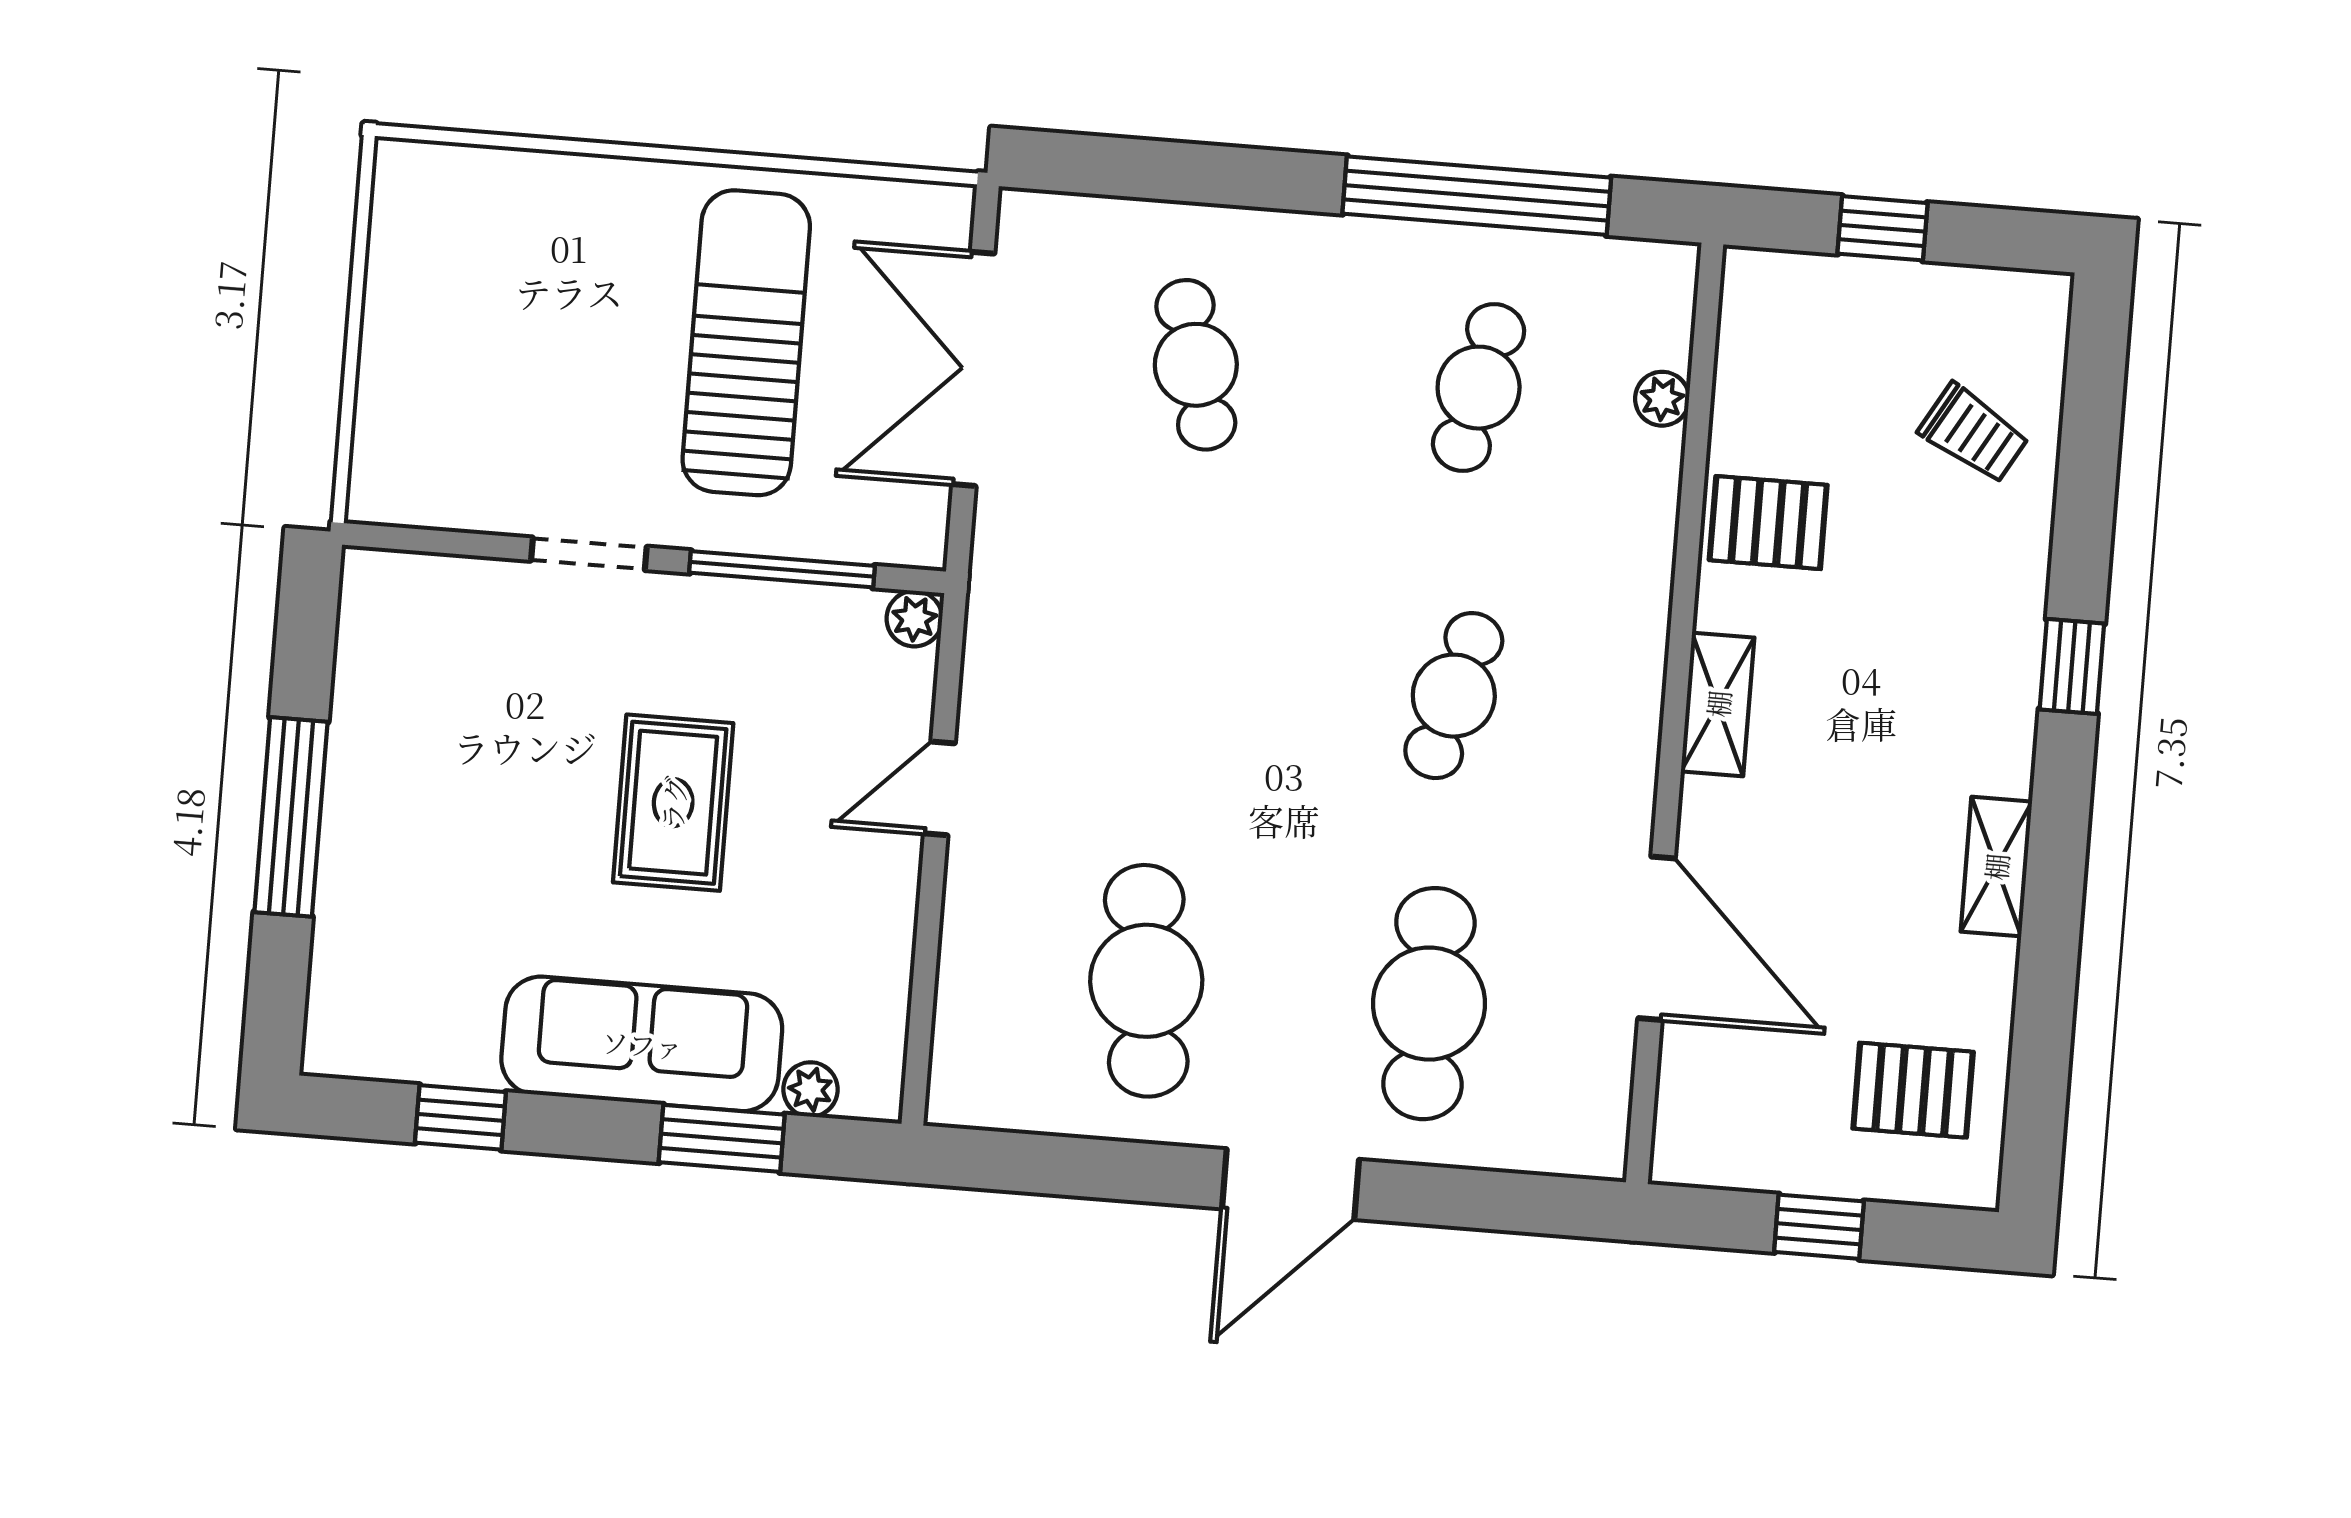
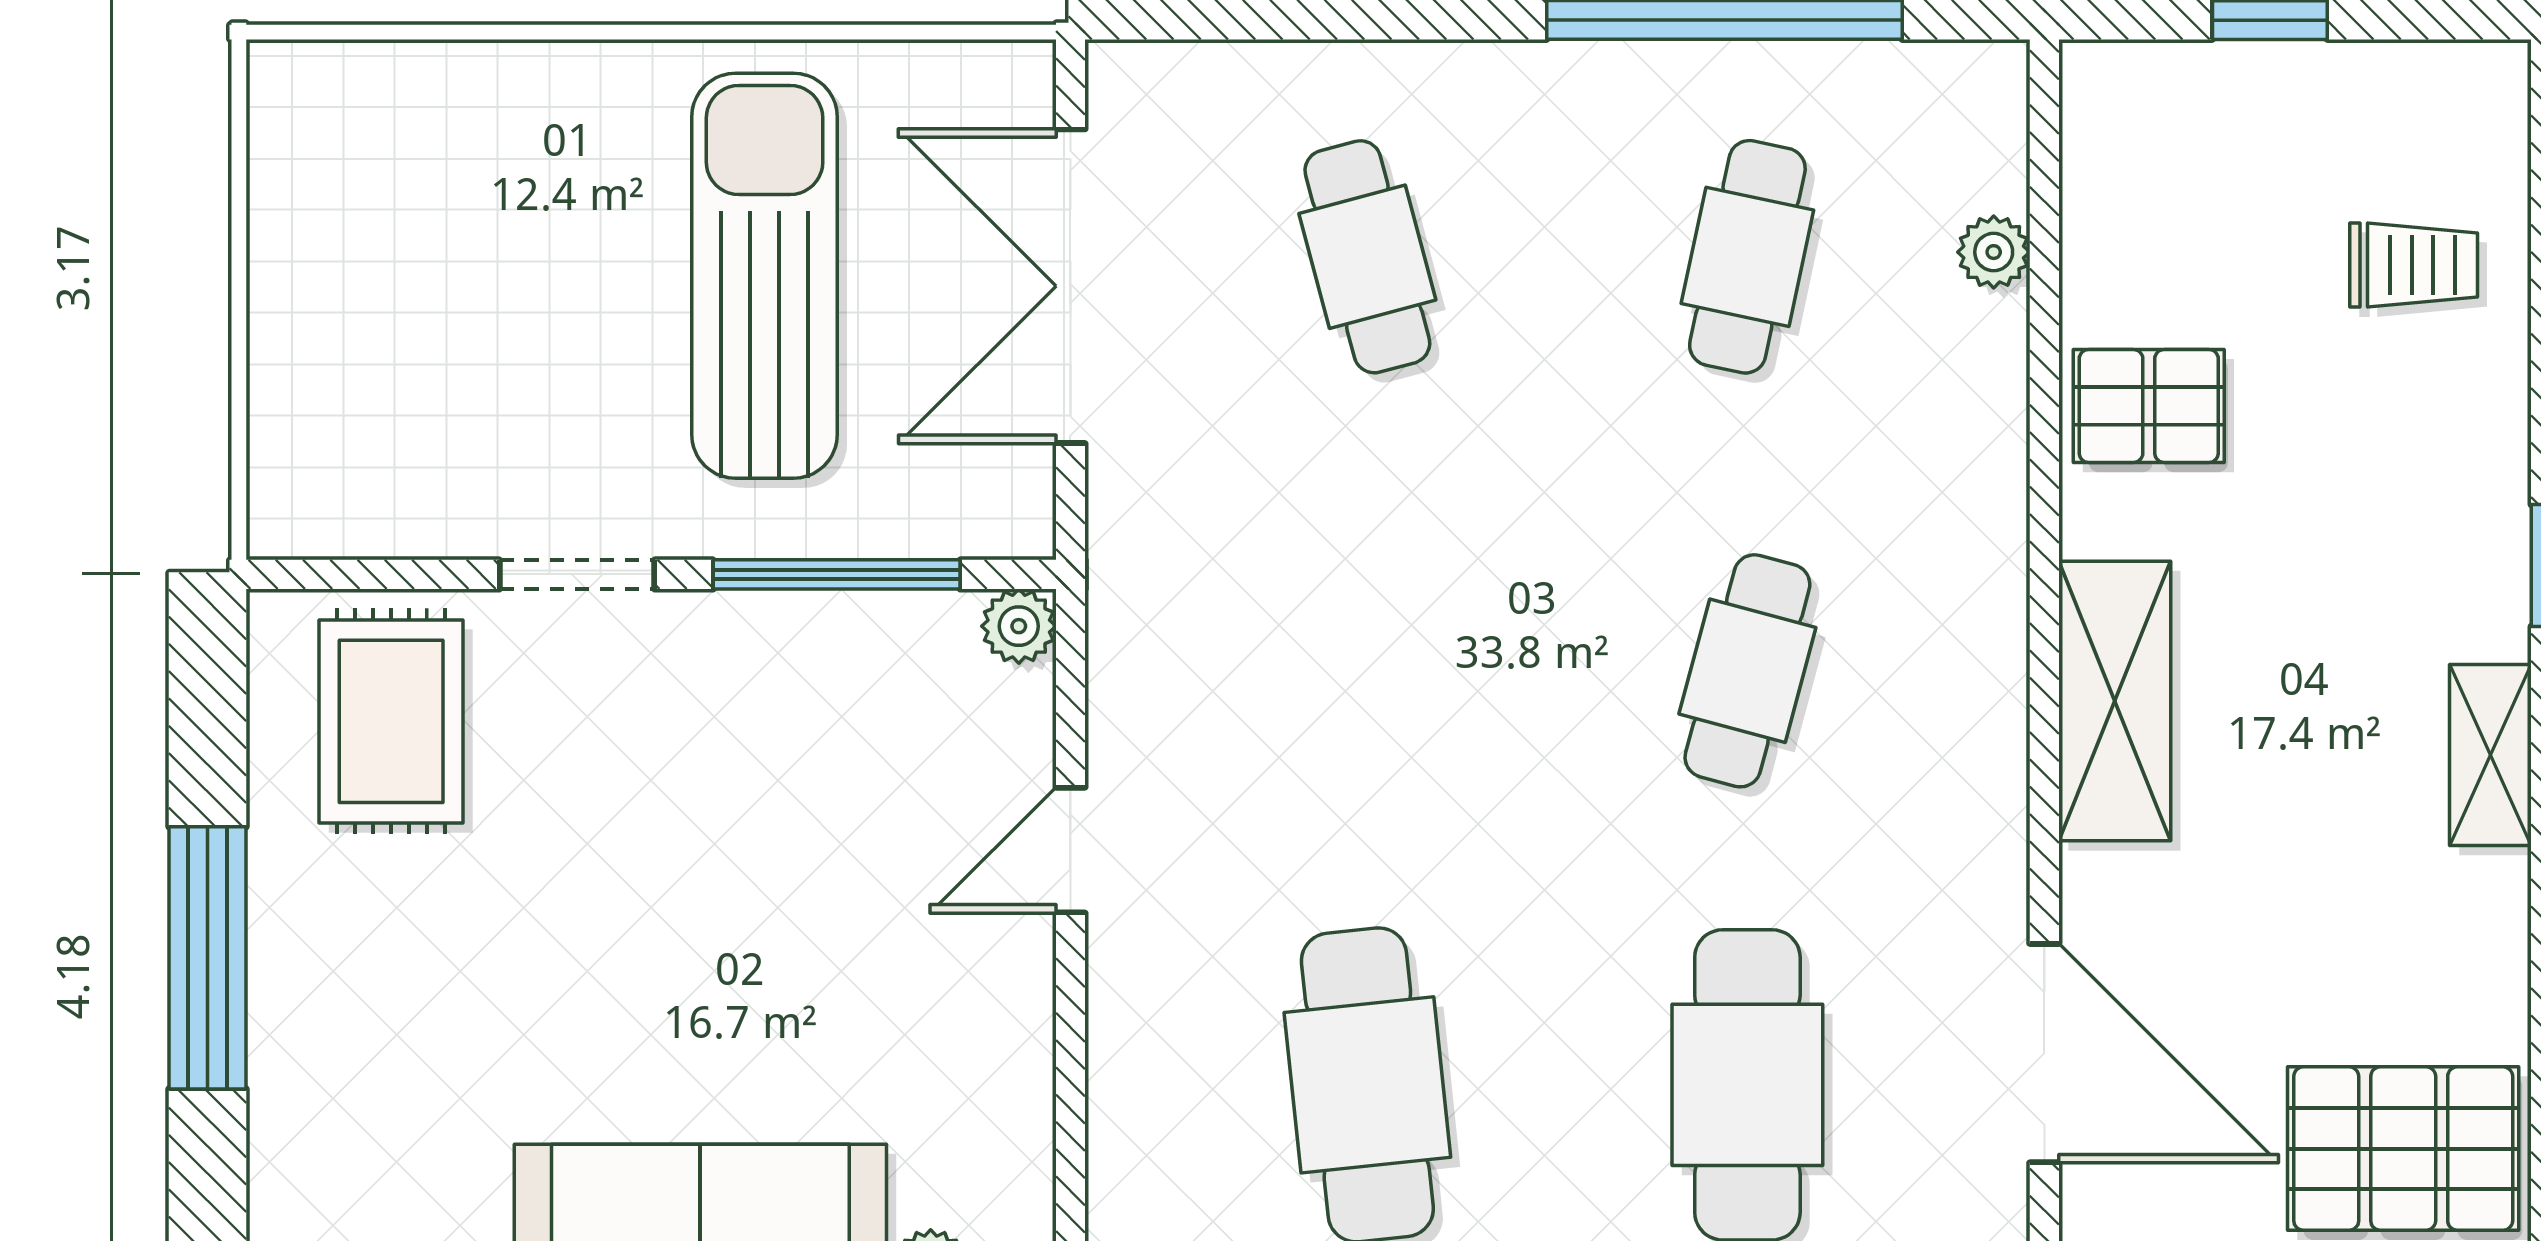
trolley: (1974, 433) -> (2414, 265), turned -30
shelving: (1718, 704) -> (2115, 701), width x1.50, depth x1.33
rug: (673, 803) -> (391, 721), moved
shelving: (1996, 867) -> (2490, 755), moved
door: (1657, 938) -> (2044, 1053), moved
pallet: (1913, 1090) -> (2403, 1149), width x1.50, depth x1.42

